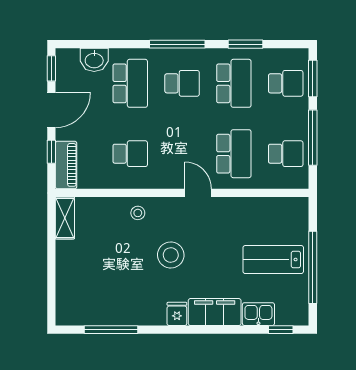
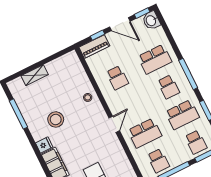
washbasin: (94, 60) -> (151, 21), moved
shelving: (65, 218) -> (35, 75), moved
stool: (171, 255) -> (56, 119), moved

